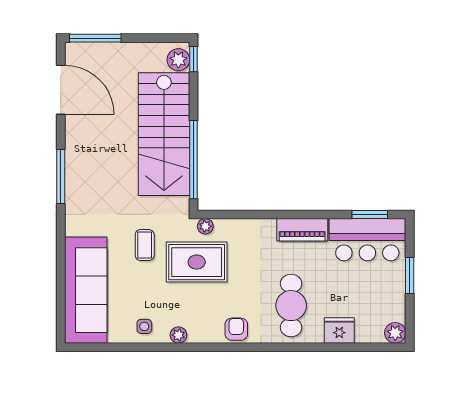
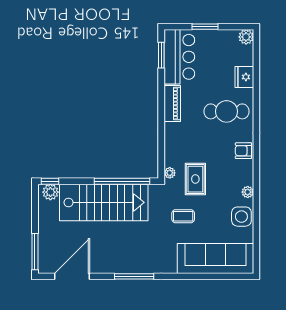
rug: (197, 262) -> (195, 179), width x0.73, depth x0.70
side table: (144, 326) -> (241, 217), width x1.87, depth x1.87

